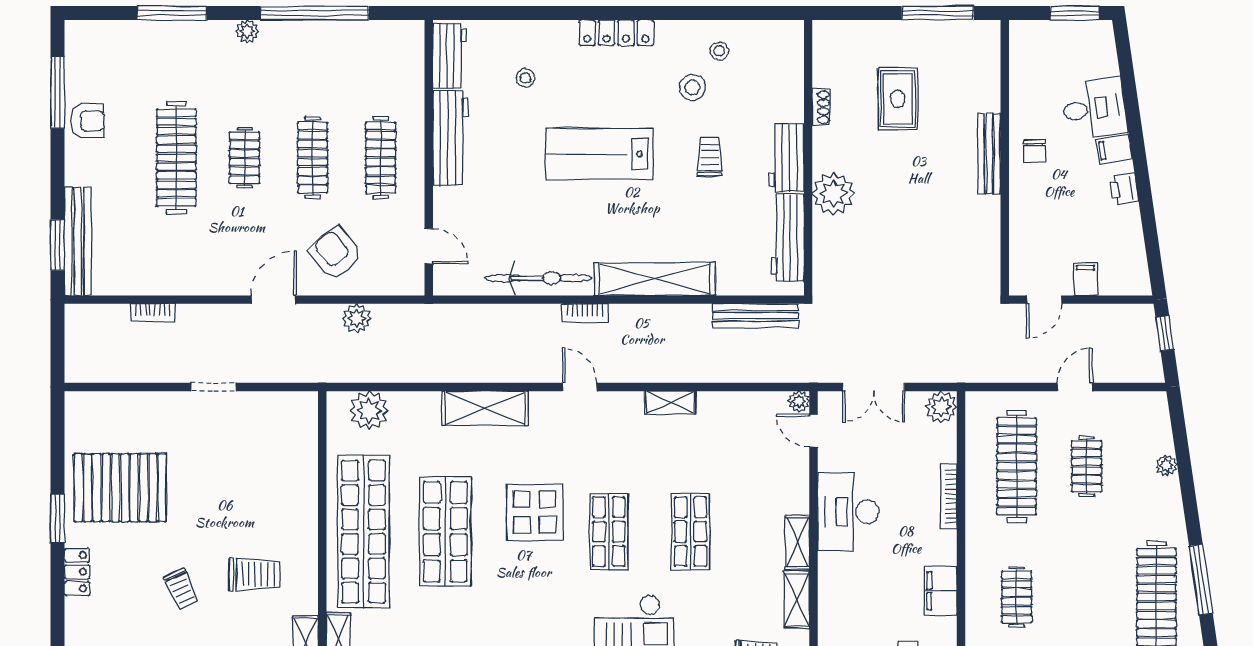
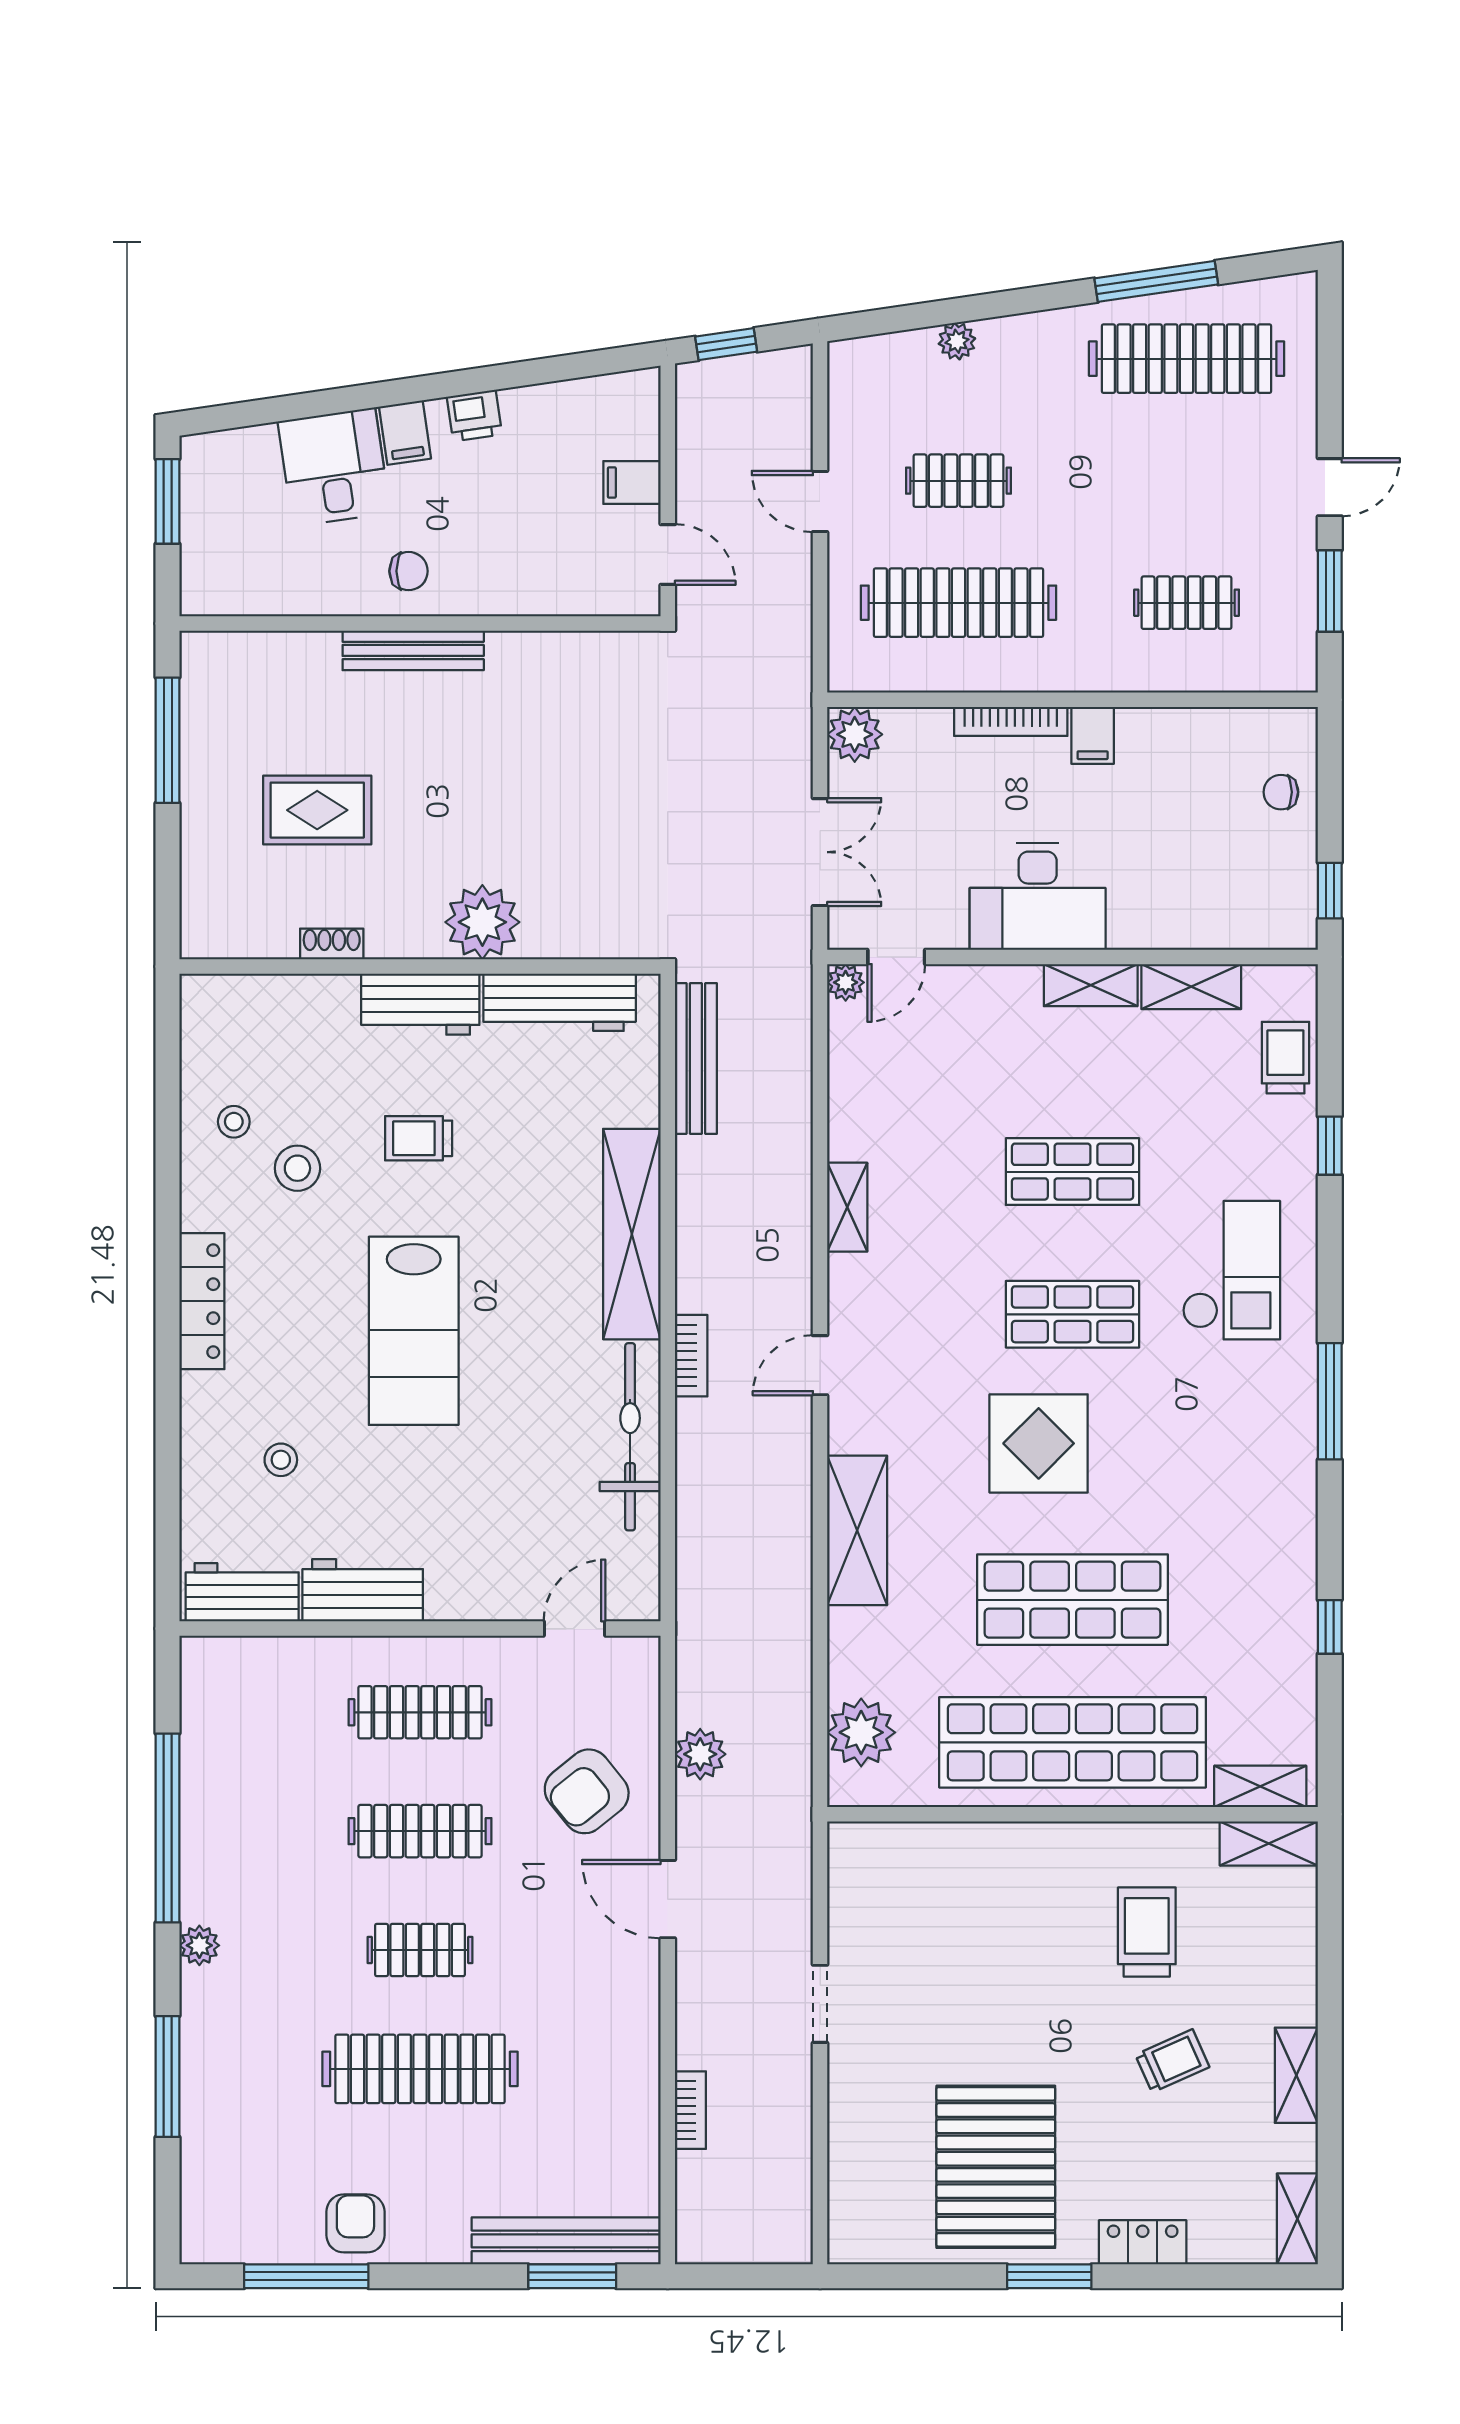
workbench: (451, 138) -> (363, 1590), width x0.73
filing cabinet: (941, 591) -> (1093, 735), moved, width x0.50

